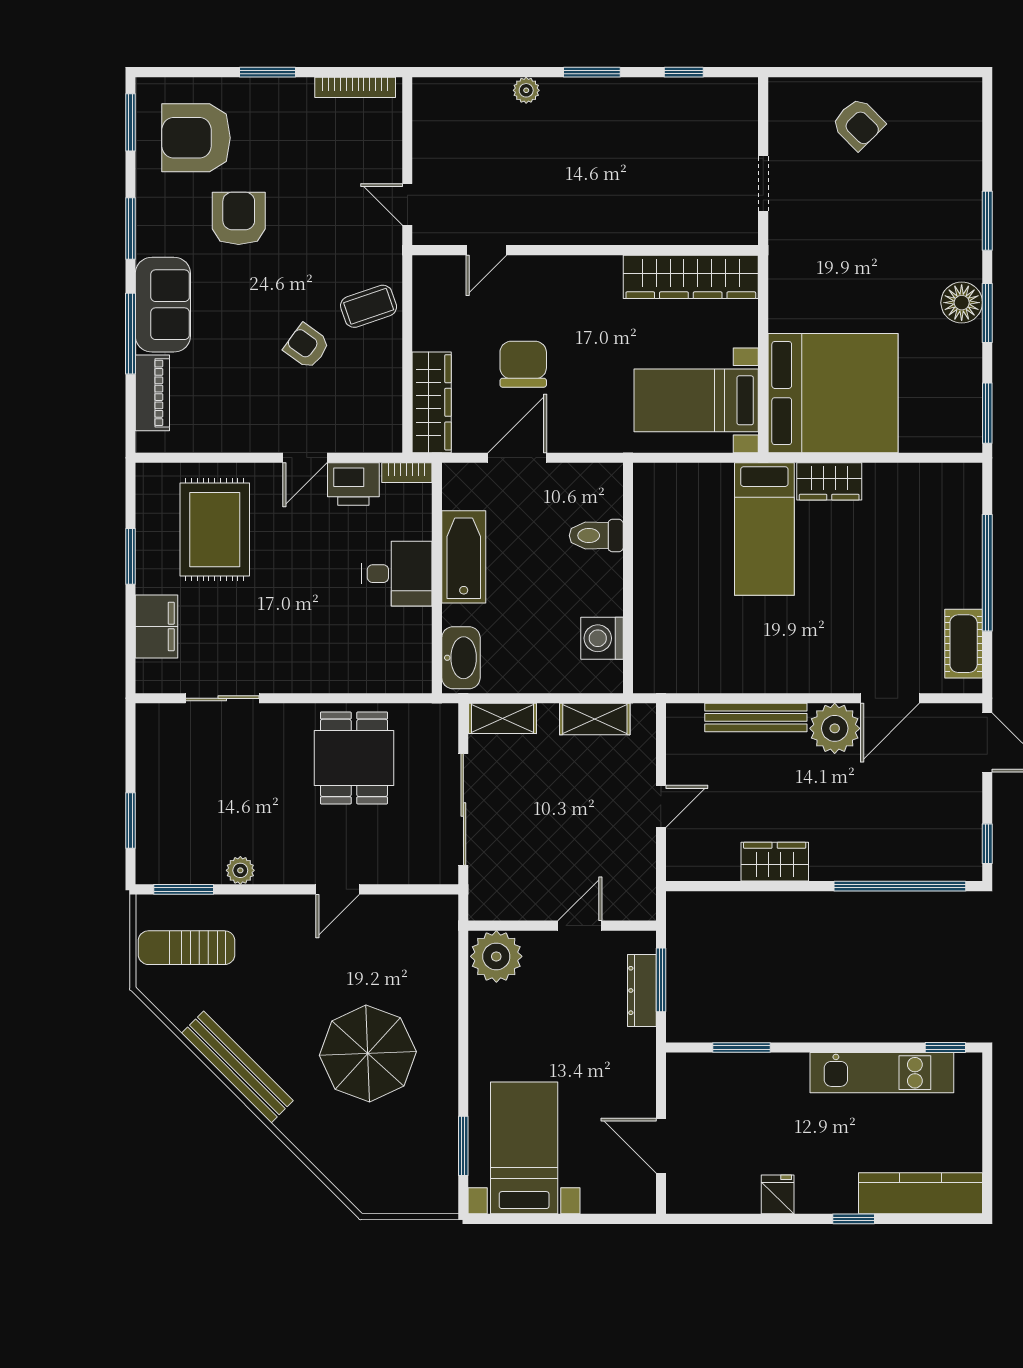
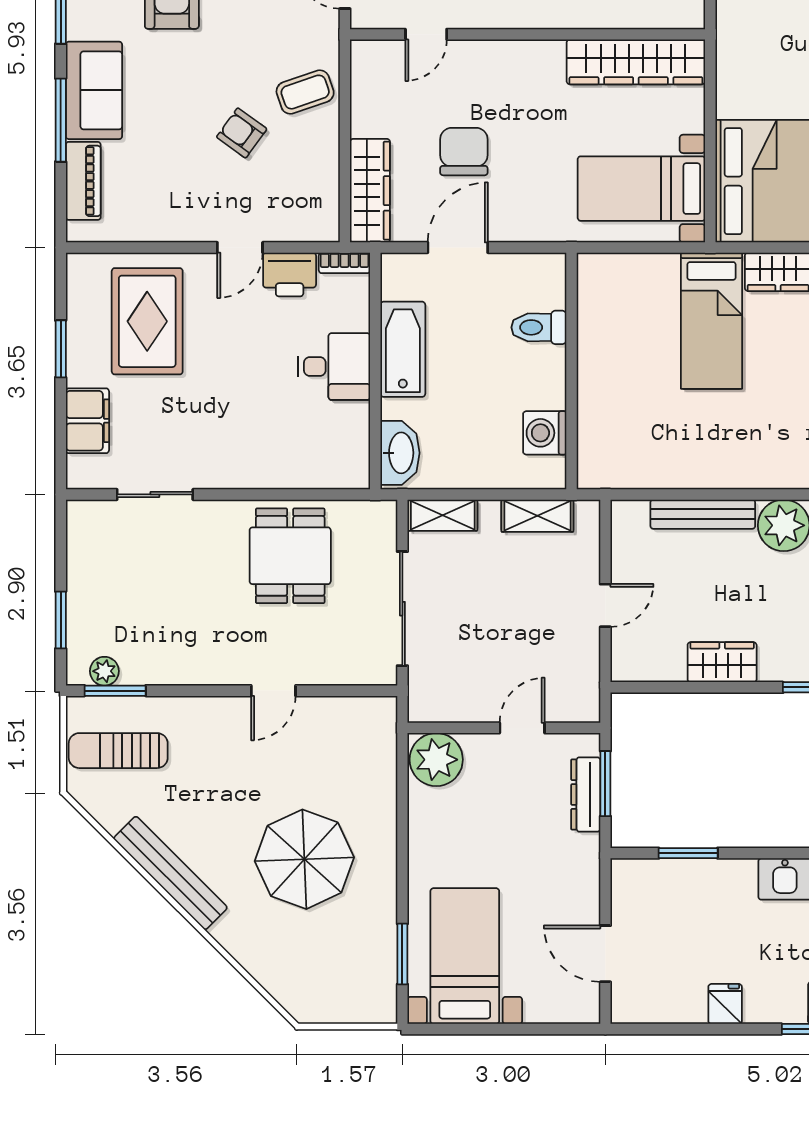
plant: (240, 870) -> (104, 671), moved

